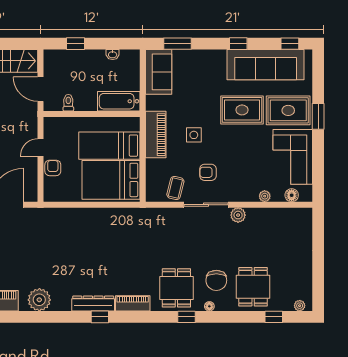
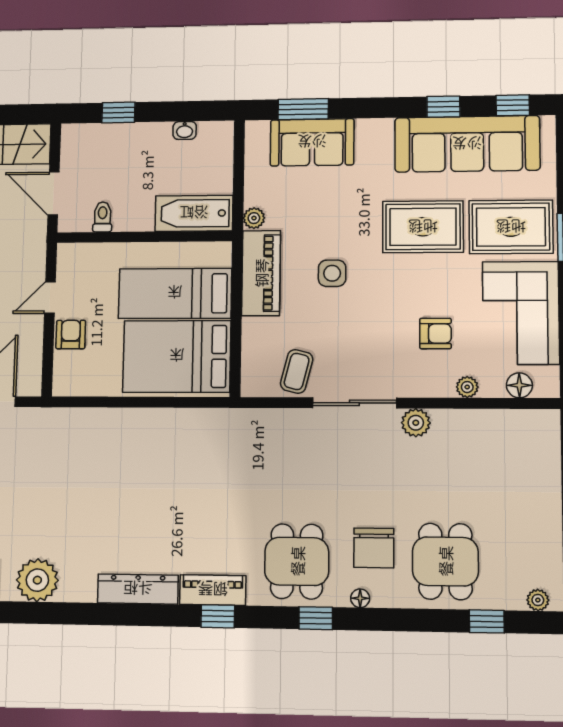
window: (238, 44) -> (443, 107), moved
sofa: (159, 72) -> (312, 142), moved, turned 90
plant: (151, 104) -> (254, 218), added
armchair: (208, 172) -> (435, 333), moved, turned 180
window: (100, 317) -> (218, 616), moved

